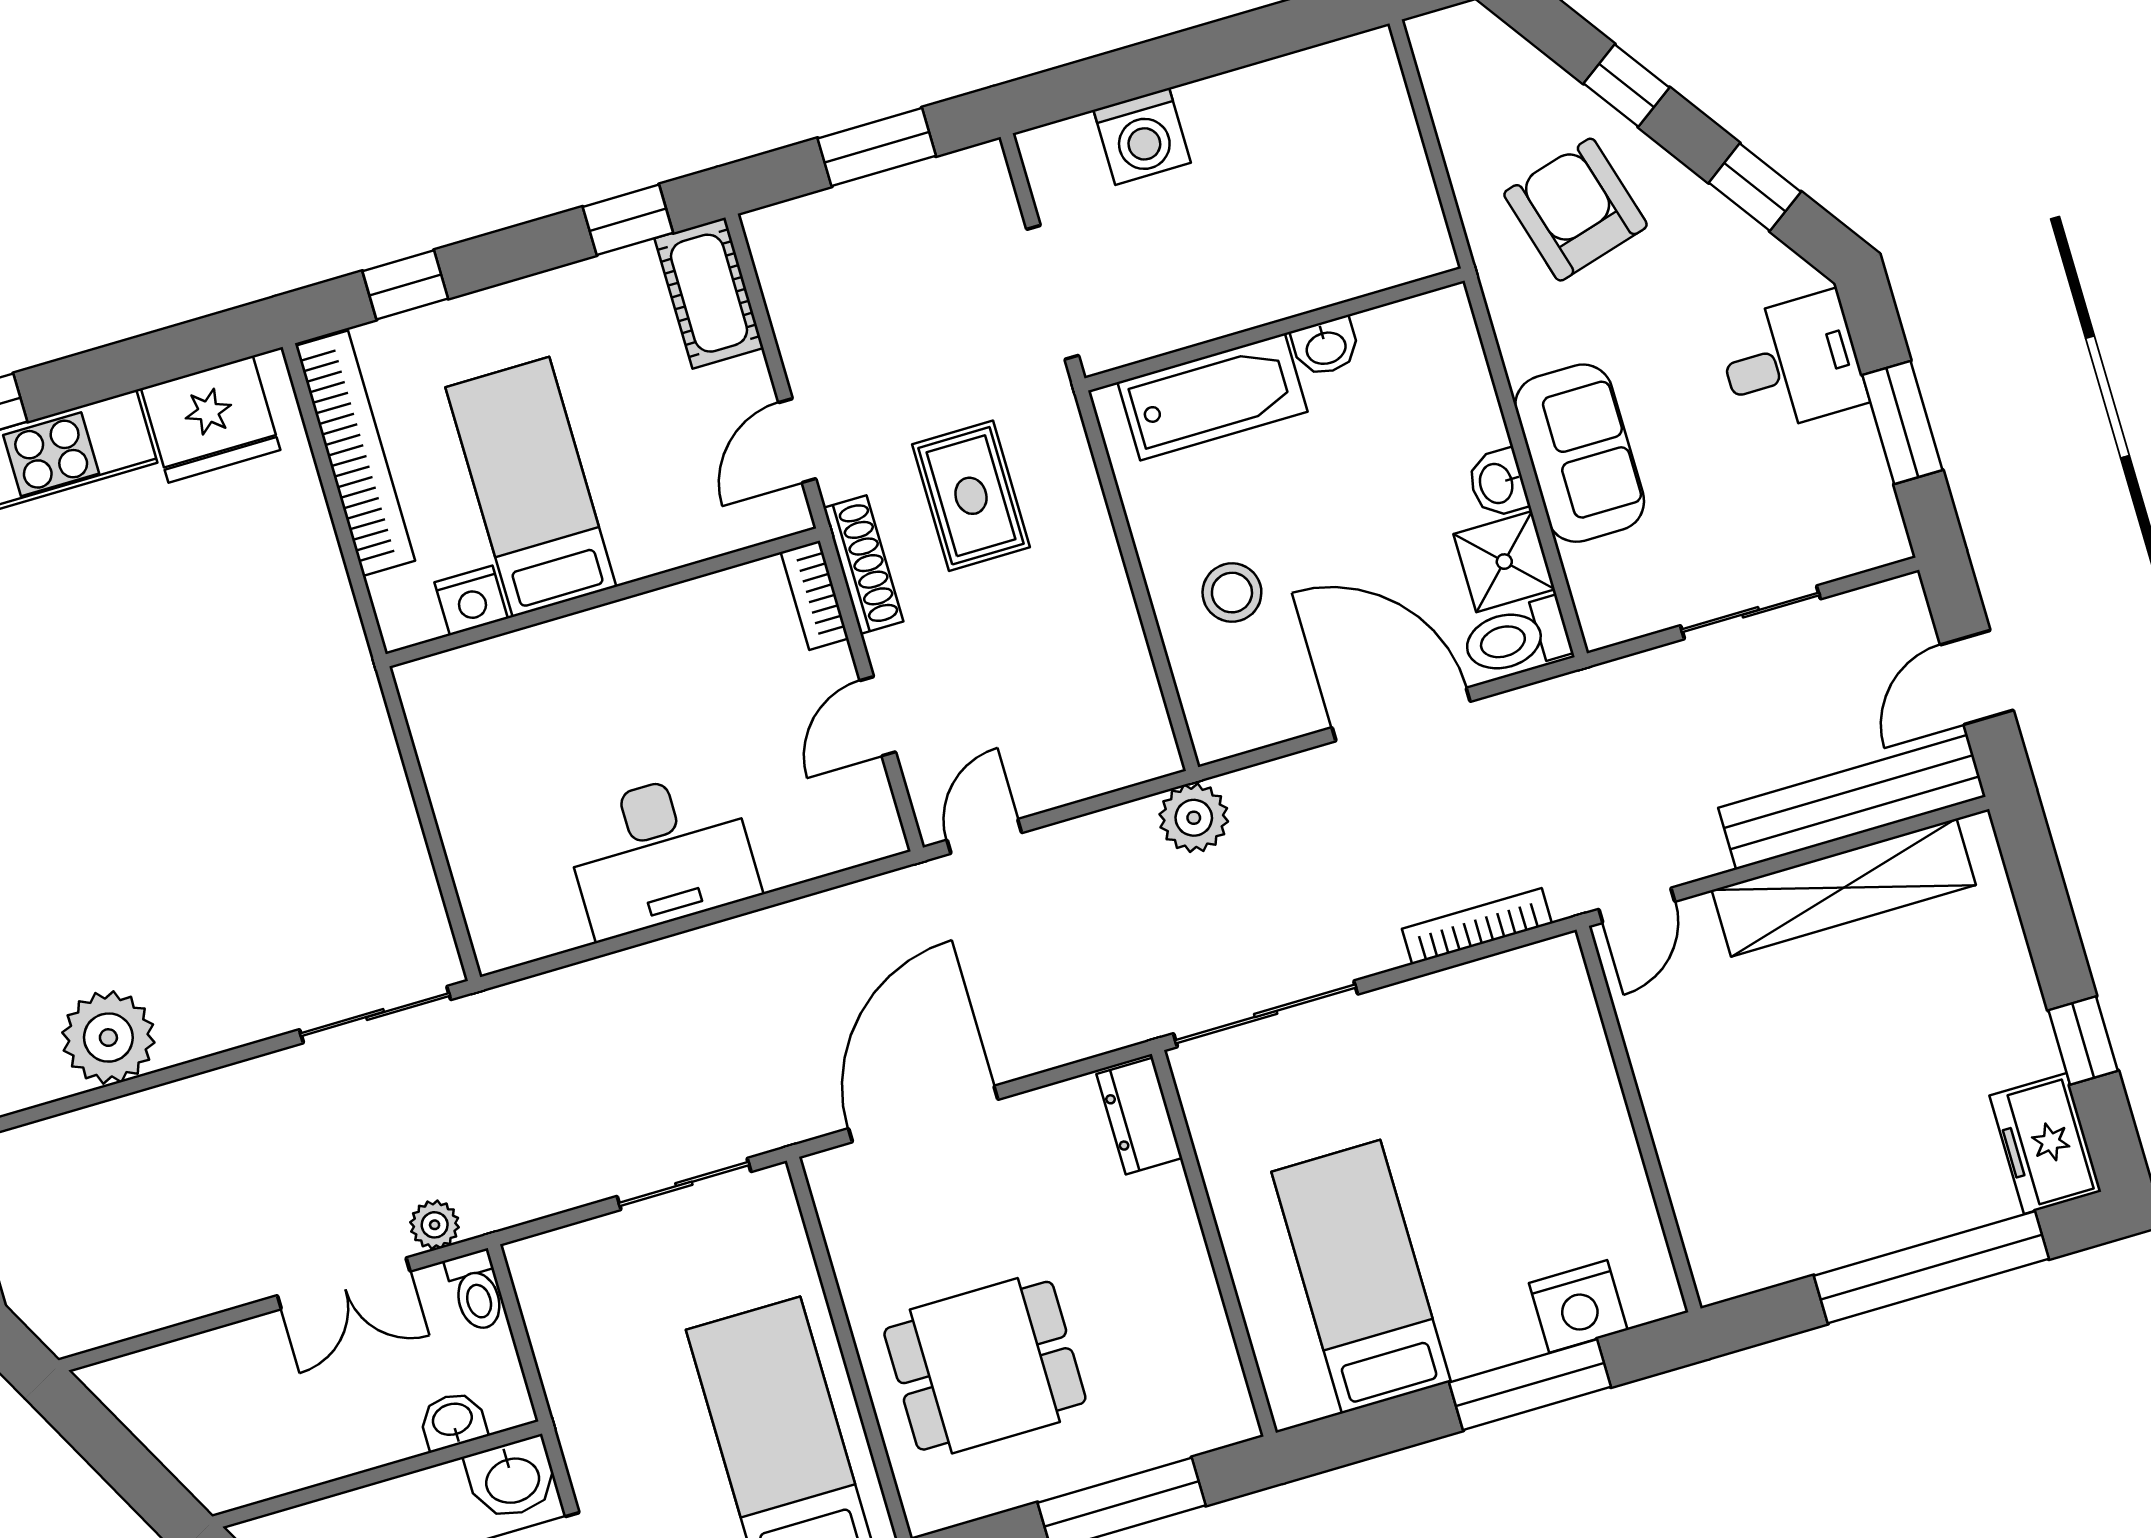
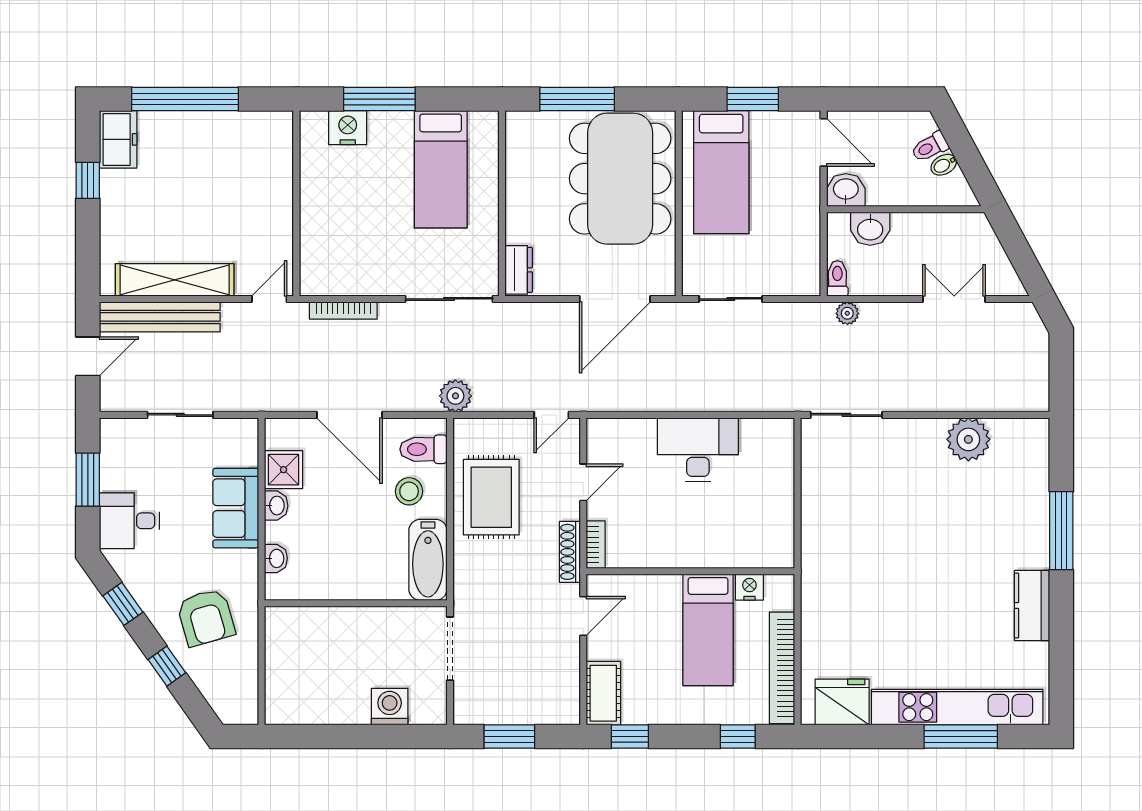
washbasin: (1326, 347) -> (276, 558), moved, turned 90
bathtub: (1213, 397) -> (428, 560), moved, turned -90
rug: (971, 496) -> (491, 497), moved, width x1.36, depth x1.43
toilet: (1517, 638) -> (423, 449), moved, turned 180
double door: (344, 1283) -> (954, 299), moved
dining table: (985, 1366) -> (620, 179), width x1.88, depth x1.24
washbasin: (453, 1421) -> (870, 229), width x1.38, depth x1.45

